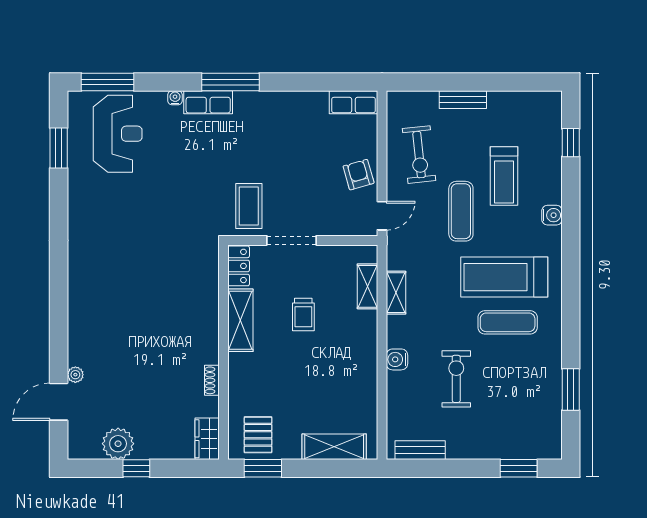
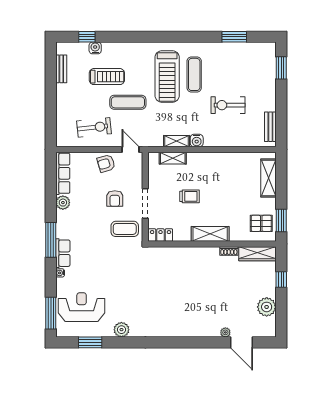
bench: (463, 100) -> (61, 69), moved
plant: (293, 102) -> (63, 203), added
row of seats: (354, 102) -> (63, 173), width x1.48
armchair: (300, 189) -> (115, 199), added
plant: (80, 201) -> (121, 330), added
water cooler: (552, 215) -> (95, 48), moved
shelving: (240, 320) -> (210, 234), moved
water cooler: (397, 359) -> (197, 141), moved
wardrobe: (207, 439) -> (257, 254), width x1.50
window: (136, 468) -> (281, 279), moved

